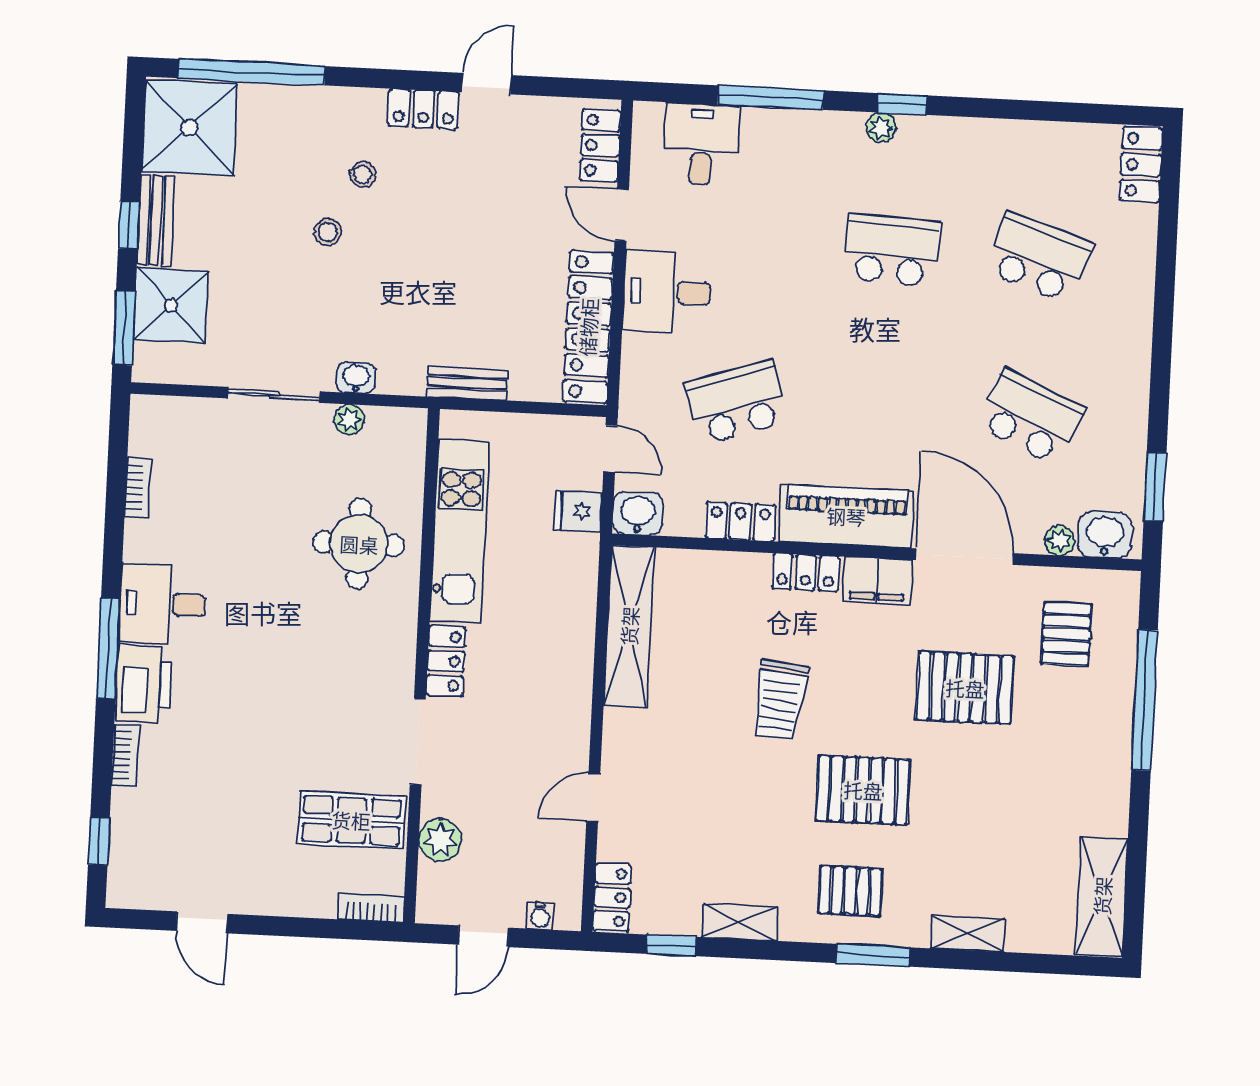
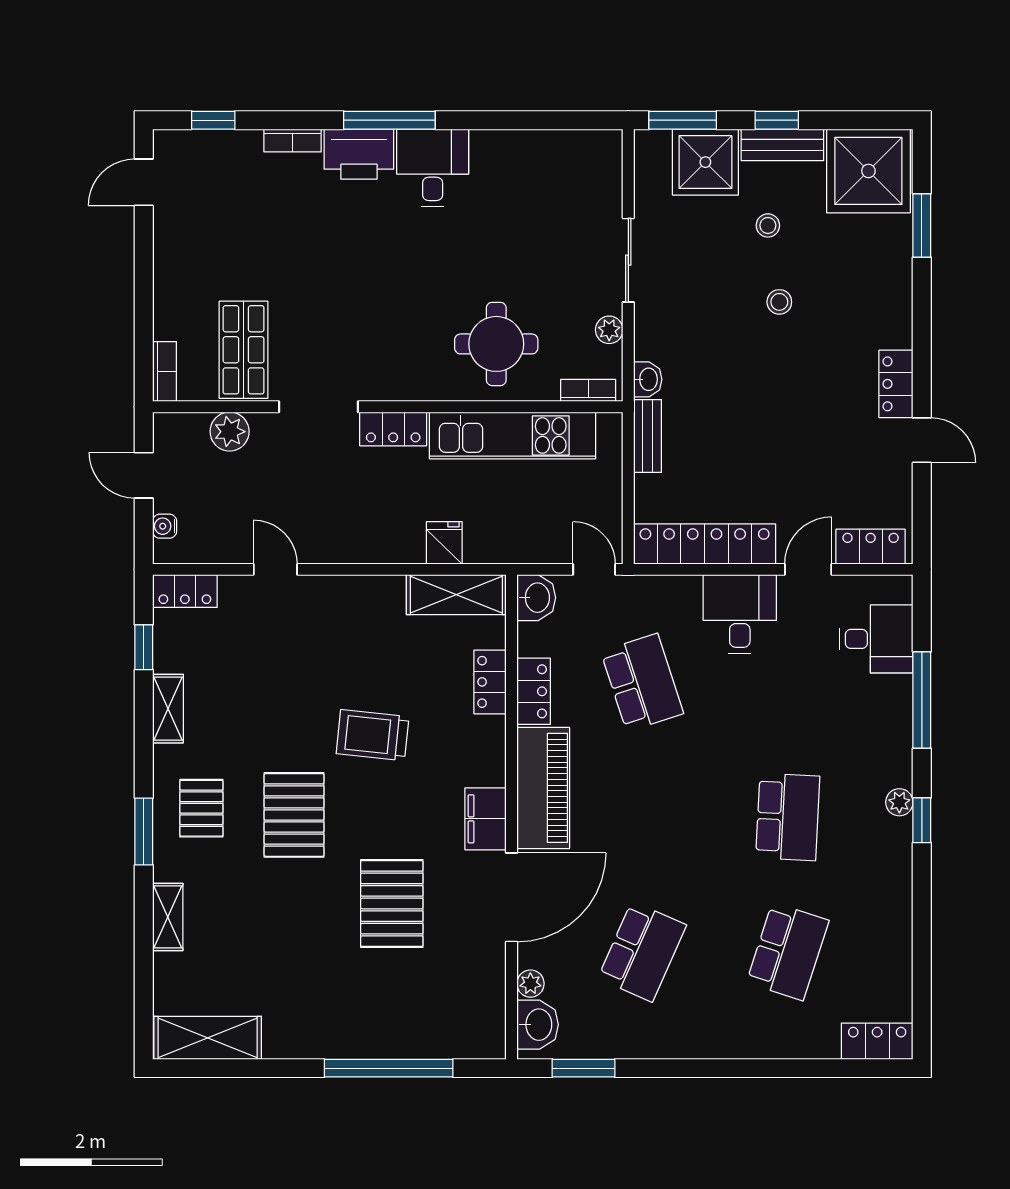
window: (252, 72) -> (922, 225), width x0.47
stool: (363, 174) -> (768, 225), moved
washbasin: (356, 378) -> (648, 379), moved
door: (610, 449) -> (594, 569), swing flipped
bookcase: (138, 488) -> (588, 390), moved, turned 180
fridge: (578, 511) -> (444, 543), moved
locker: (806, 572) -> (490, 682), moved
shelving: (629, 626) -> (456, 595), width x0.68
pallet: (1066, 634) -> (445, 994), removed
door: (202, 922) -> (144, 182), moved

